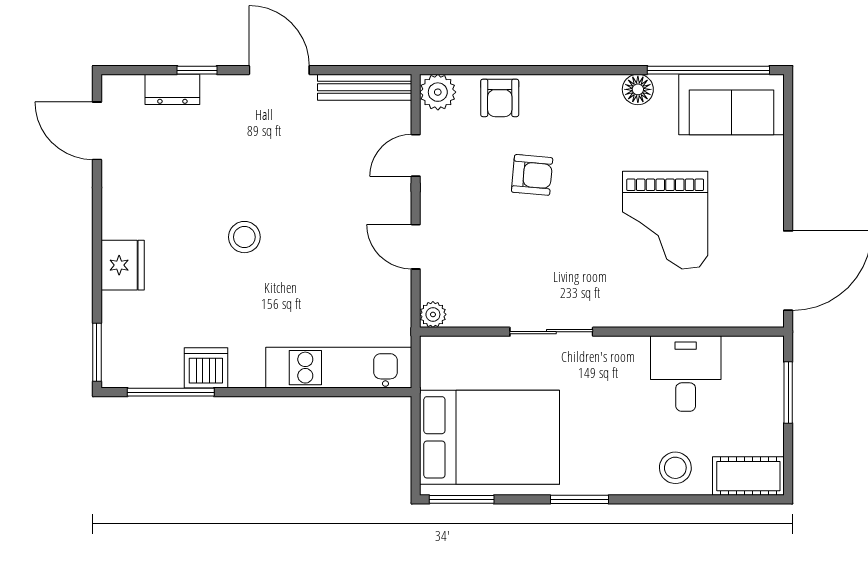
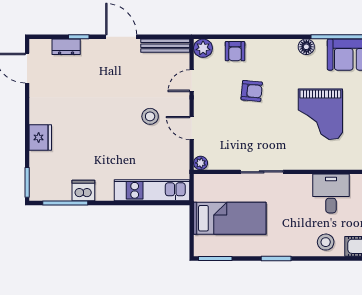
stool: (244, 237) -> (150, 116), moved
bed: (490, 437) -> (230, 218), width x0.67

